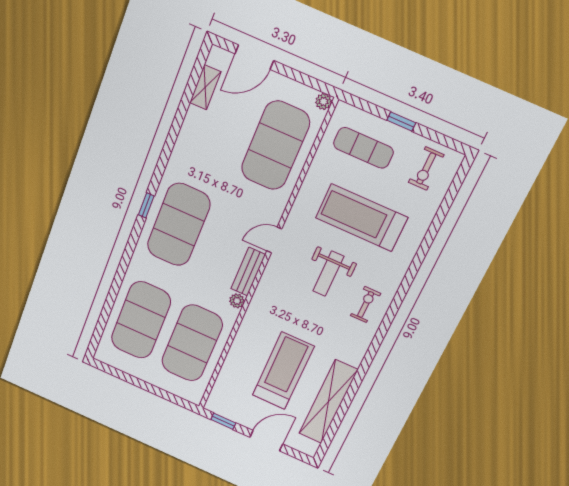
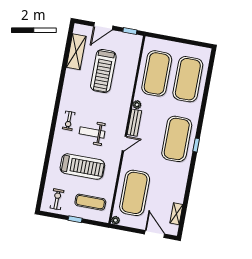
door: (254, 57) -> (155, 234), hinge flipped
weight bench: (328, 274) -> (92, 132), turned -90
shelving: (328, 402) -> (76, 52), width x0.68

